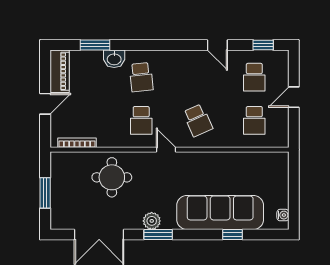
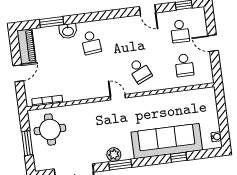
door: (294, 97) -> (213, 43), hinge flipped
school desk: (141, 120) -> (95, 77), removed
round table: (112, 177) -> (50, 130), moved

